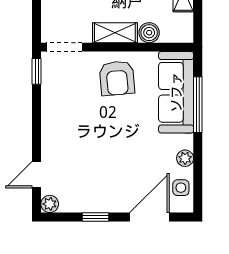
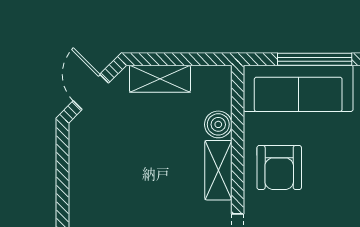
armchair: (117, 78) -> (279, 168), turned 95

